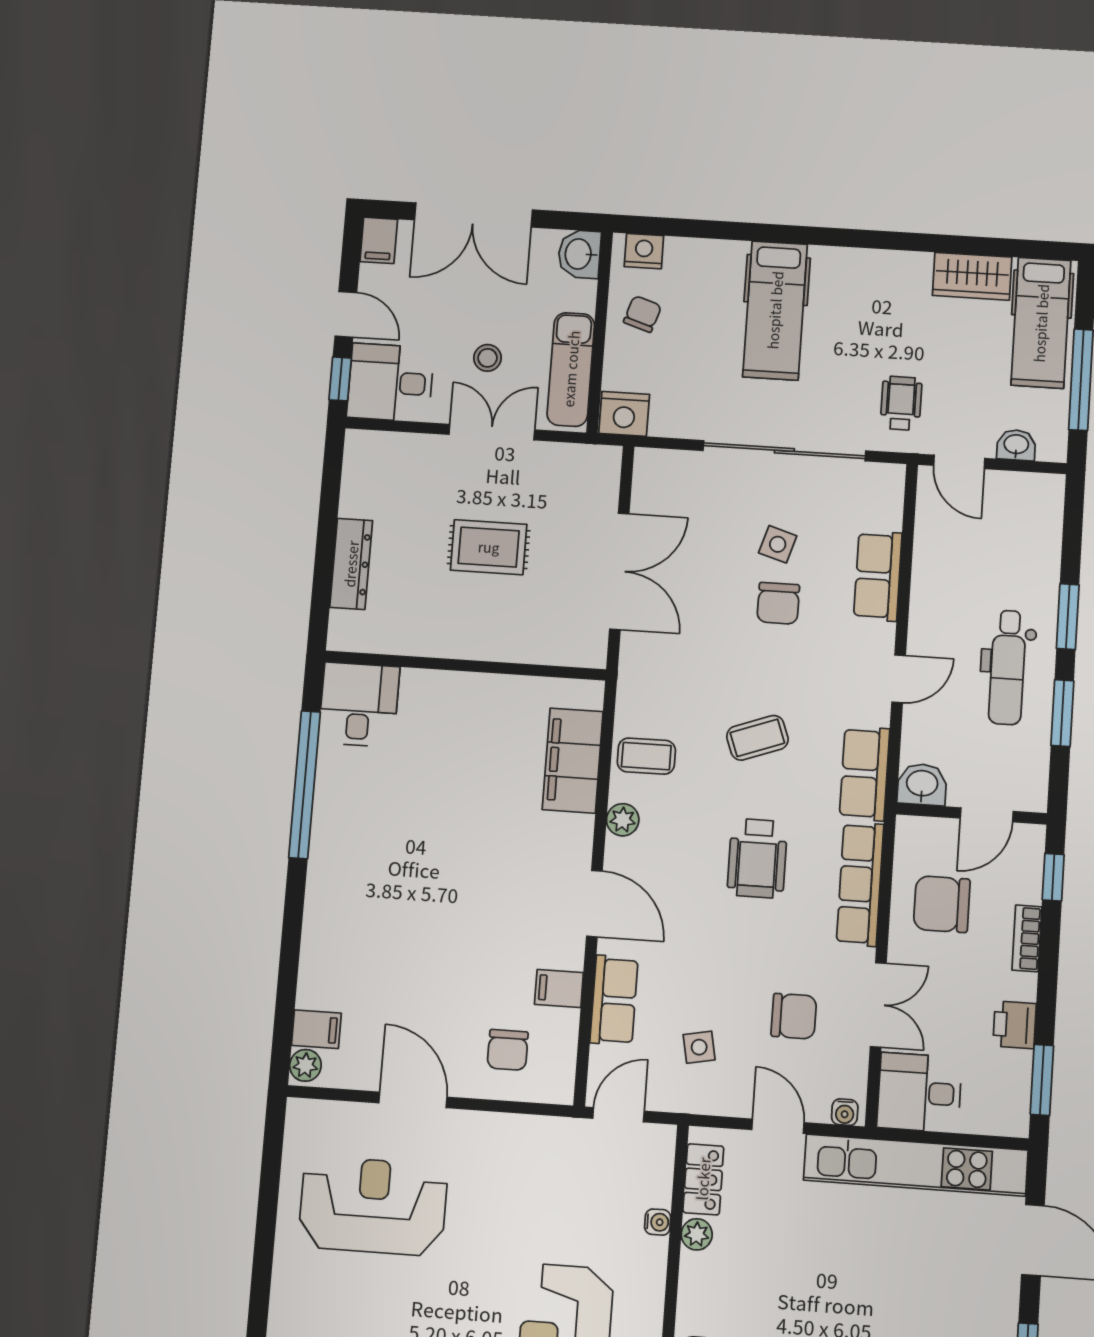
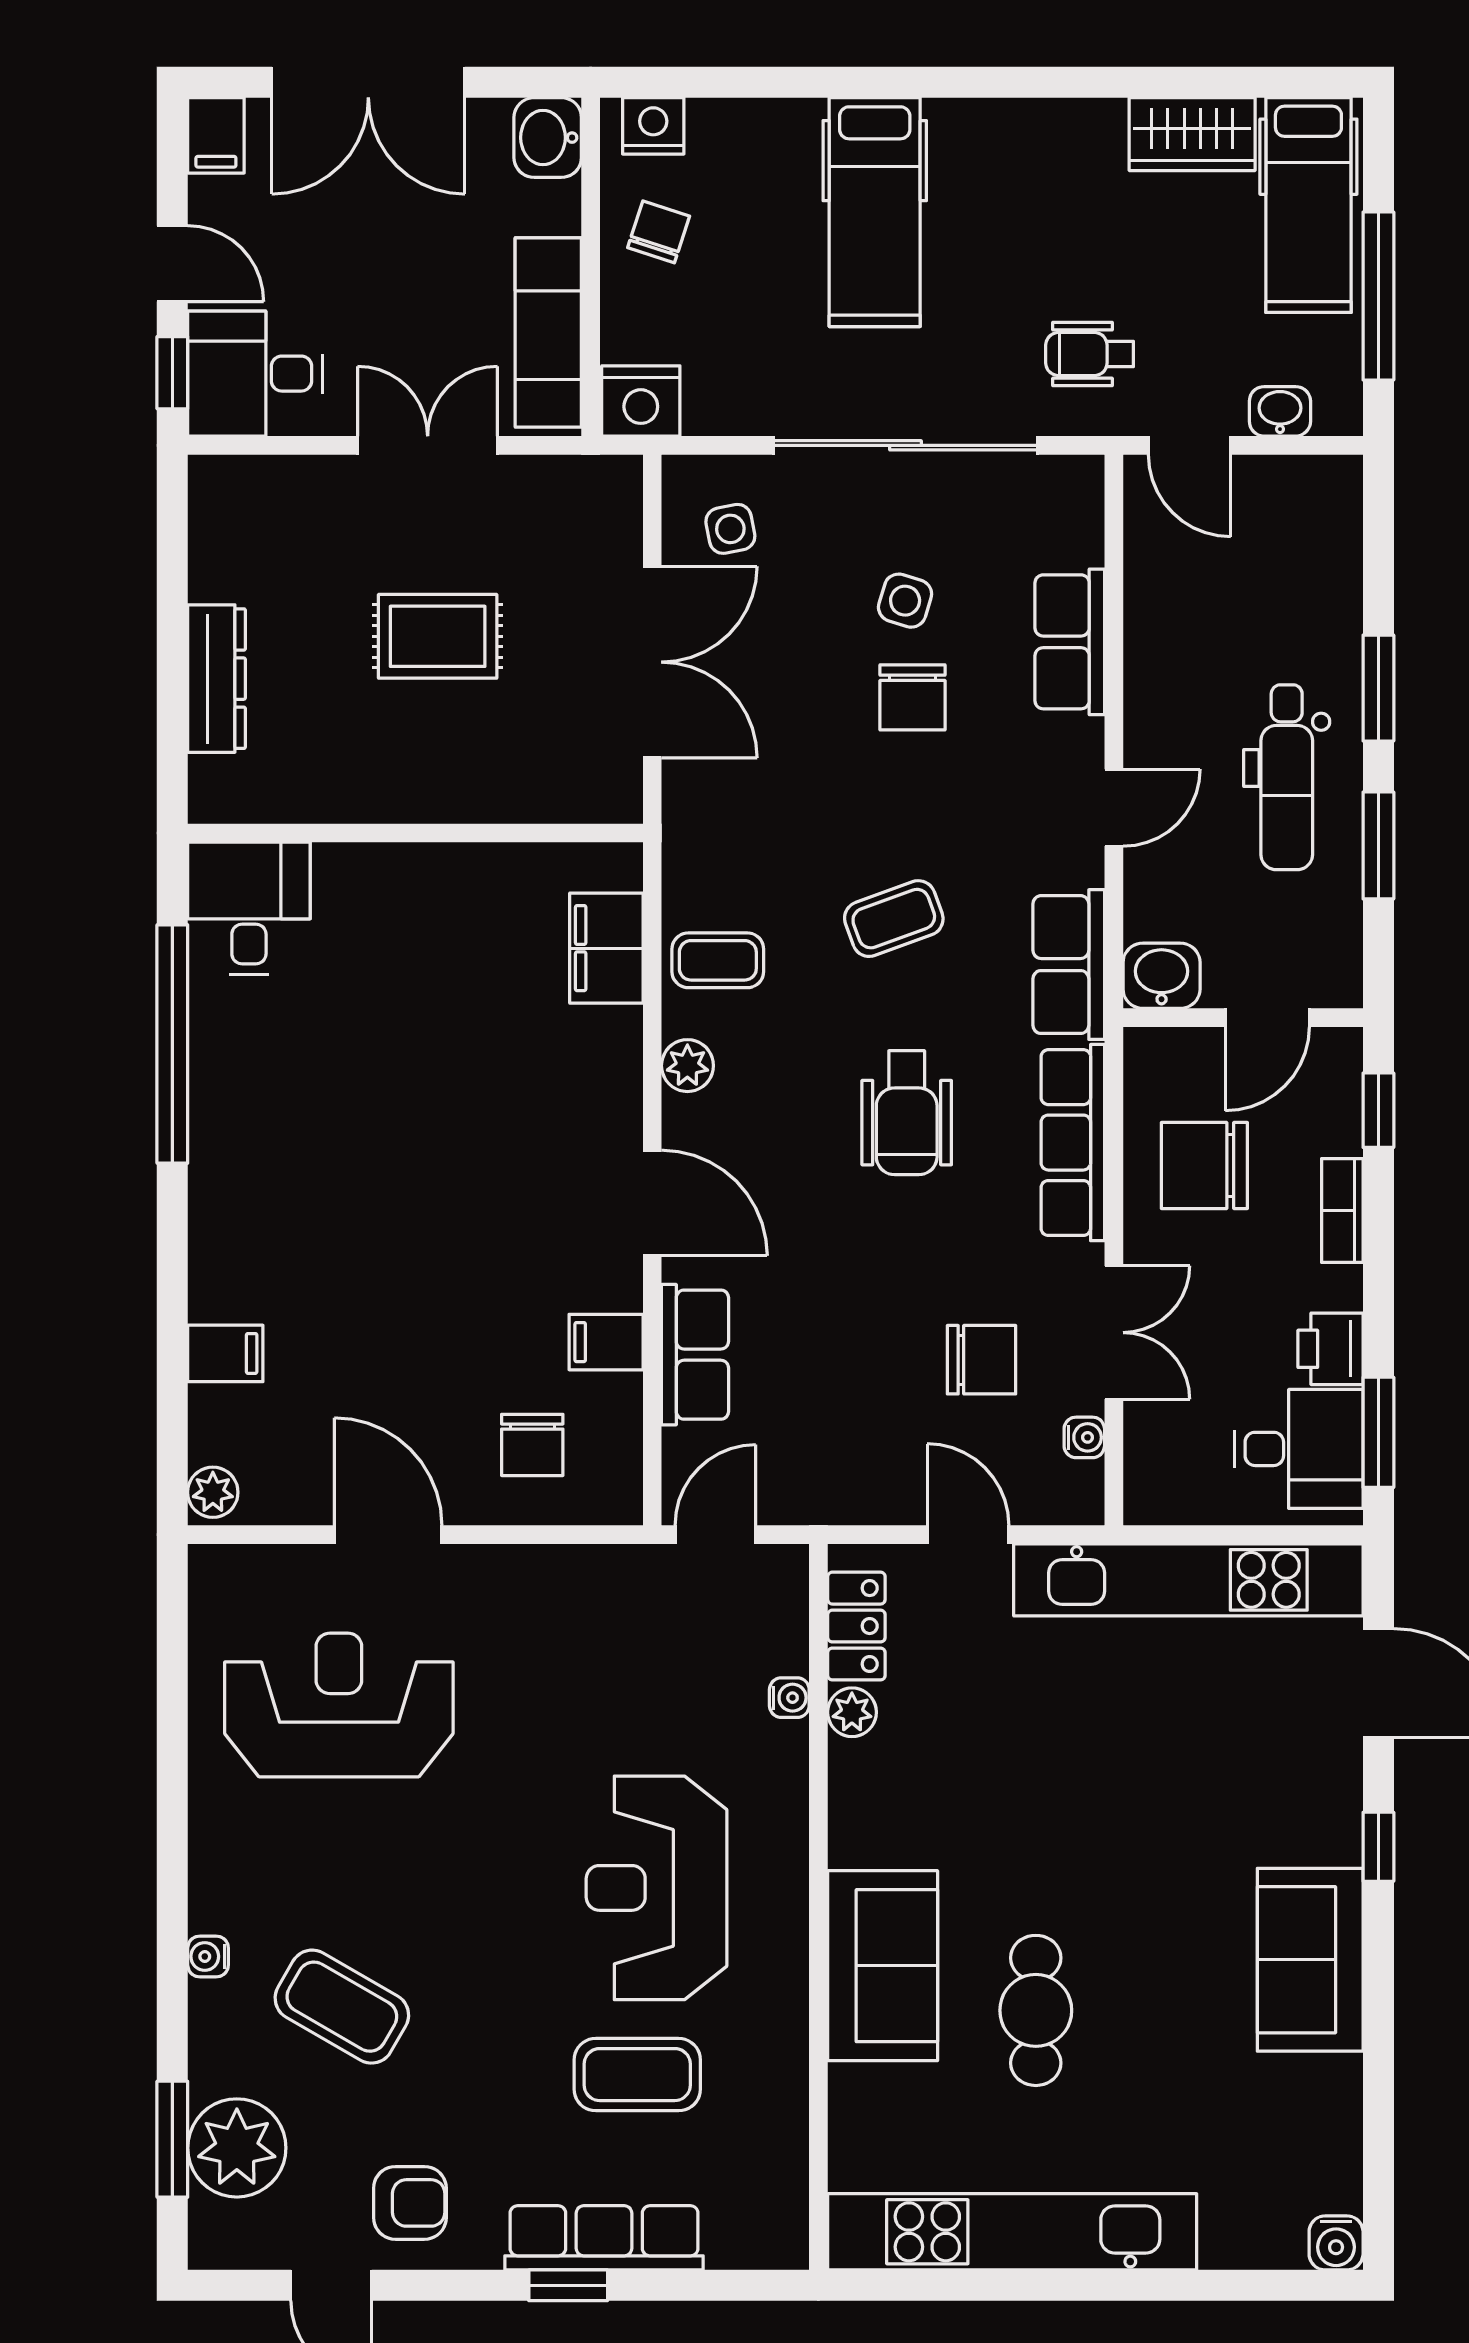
stool: (488, 358) -> (411, 322), removed
wheelchair: (901, 403) -> (1090, 354), turned -90
filing cabinet: (573, 761) -> (606, 948), width x0.67, depth x0.86
filing cabinet: (316, 1029) -> (225, 1353), moved
side table: (699, 1047) -> (730, 529), moved
desk: (919, 1093) -> (1299, 1449), moved, turned 180
water cooler: (845, 1112) -> (1084, 1437), moved, turned -90

